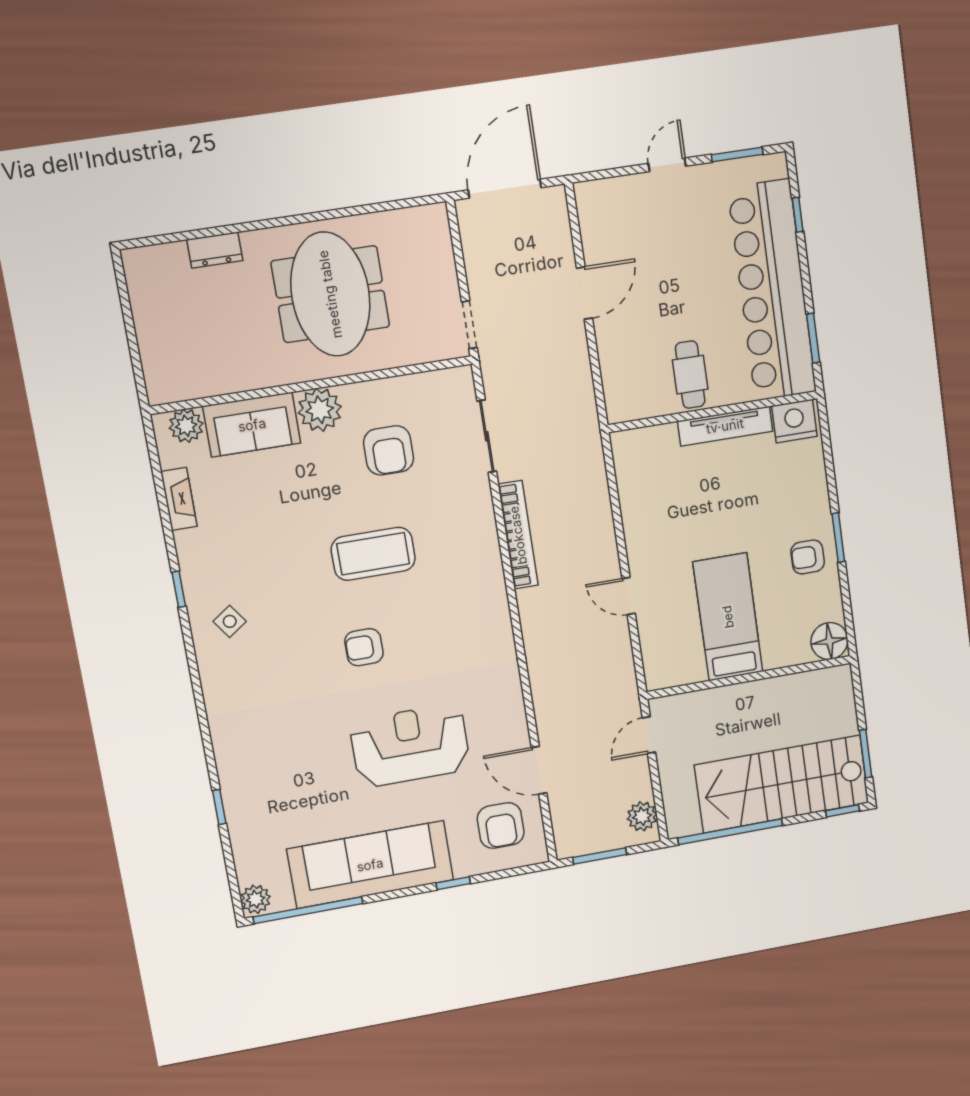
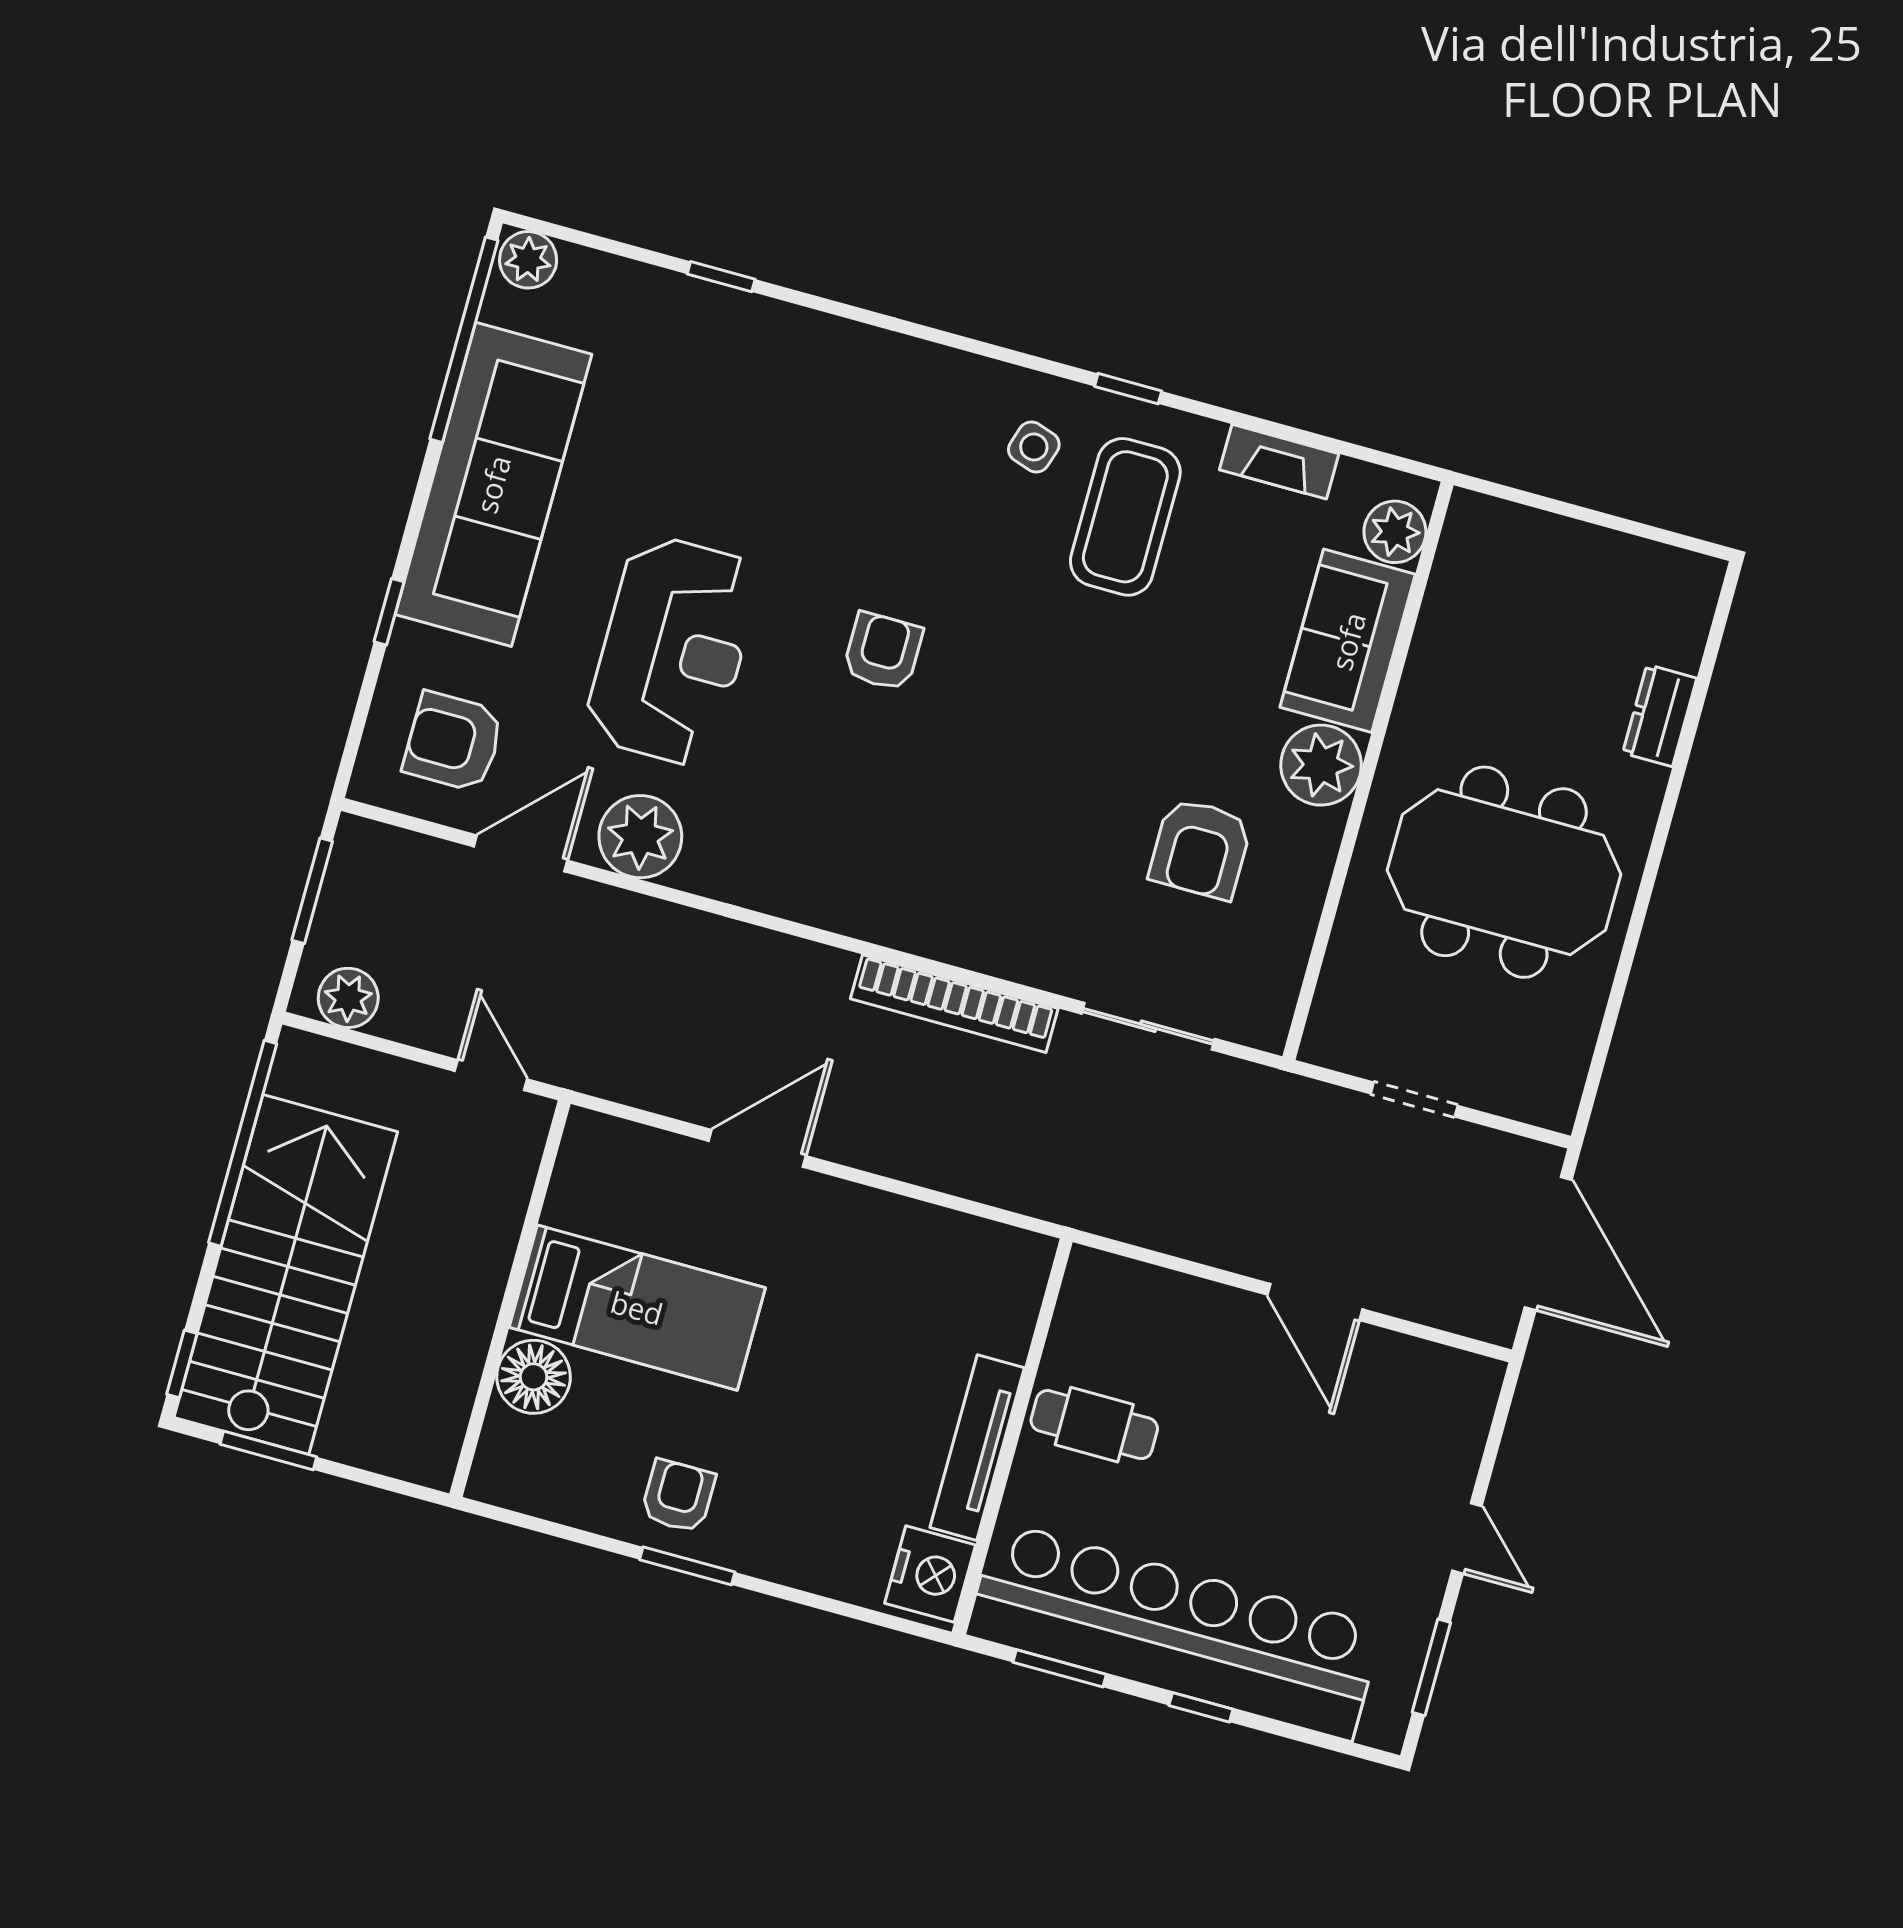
window: (798, 215) -> (1201, 1707), moved
doorway: (469, 325) -> (1414, 1100), moved
armchair: (389, 450) -> (1200, 849), turned -90
coffee table: (373, 554) -> (1125, 517), moved
door: (629, 596) -> (757, 1148), width x1.38
side table: (230, 621) -> (1034, 447), turned -37
floor lamp: (829, 641) -> (534, 1377), moved
plant: (506, 719) -> (640, 837), added

